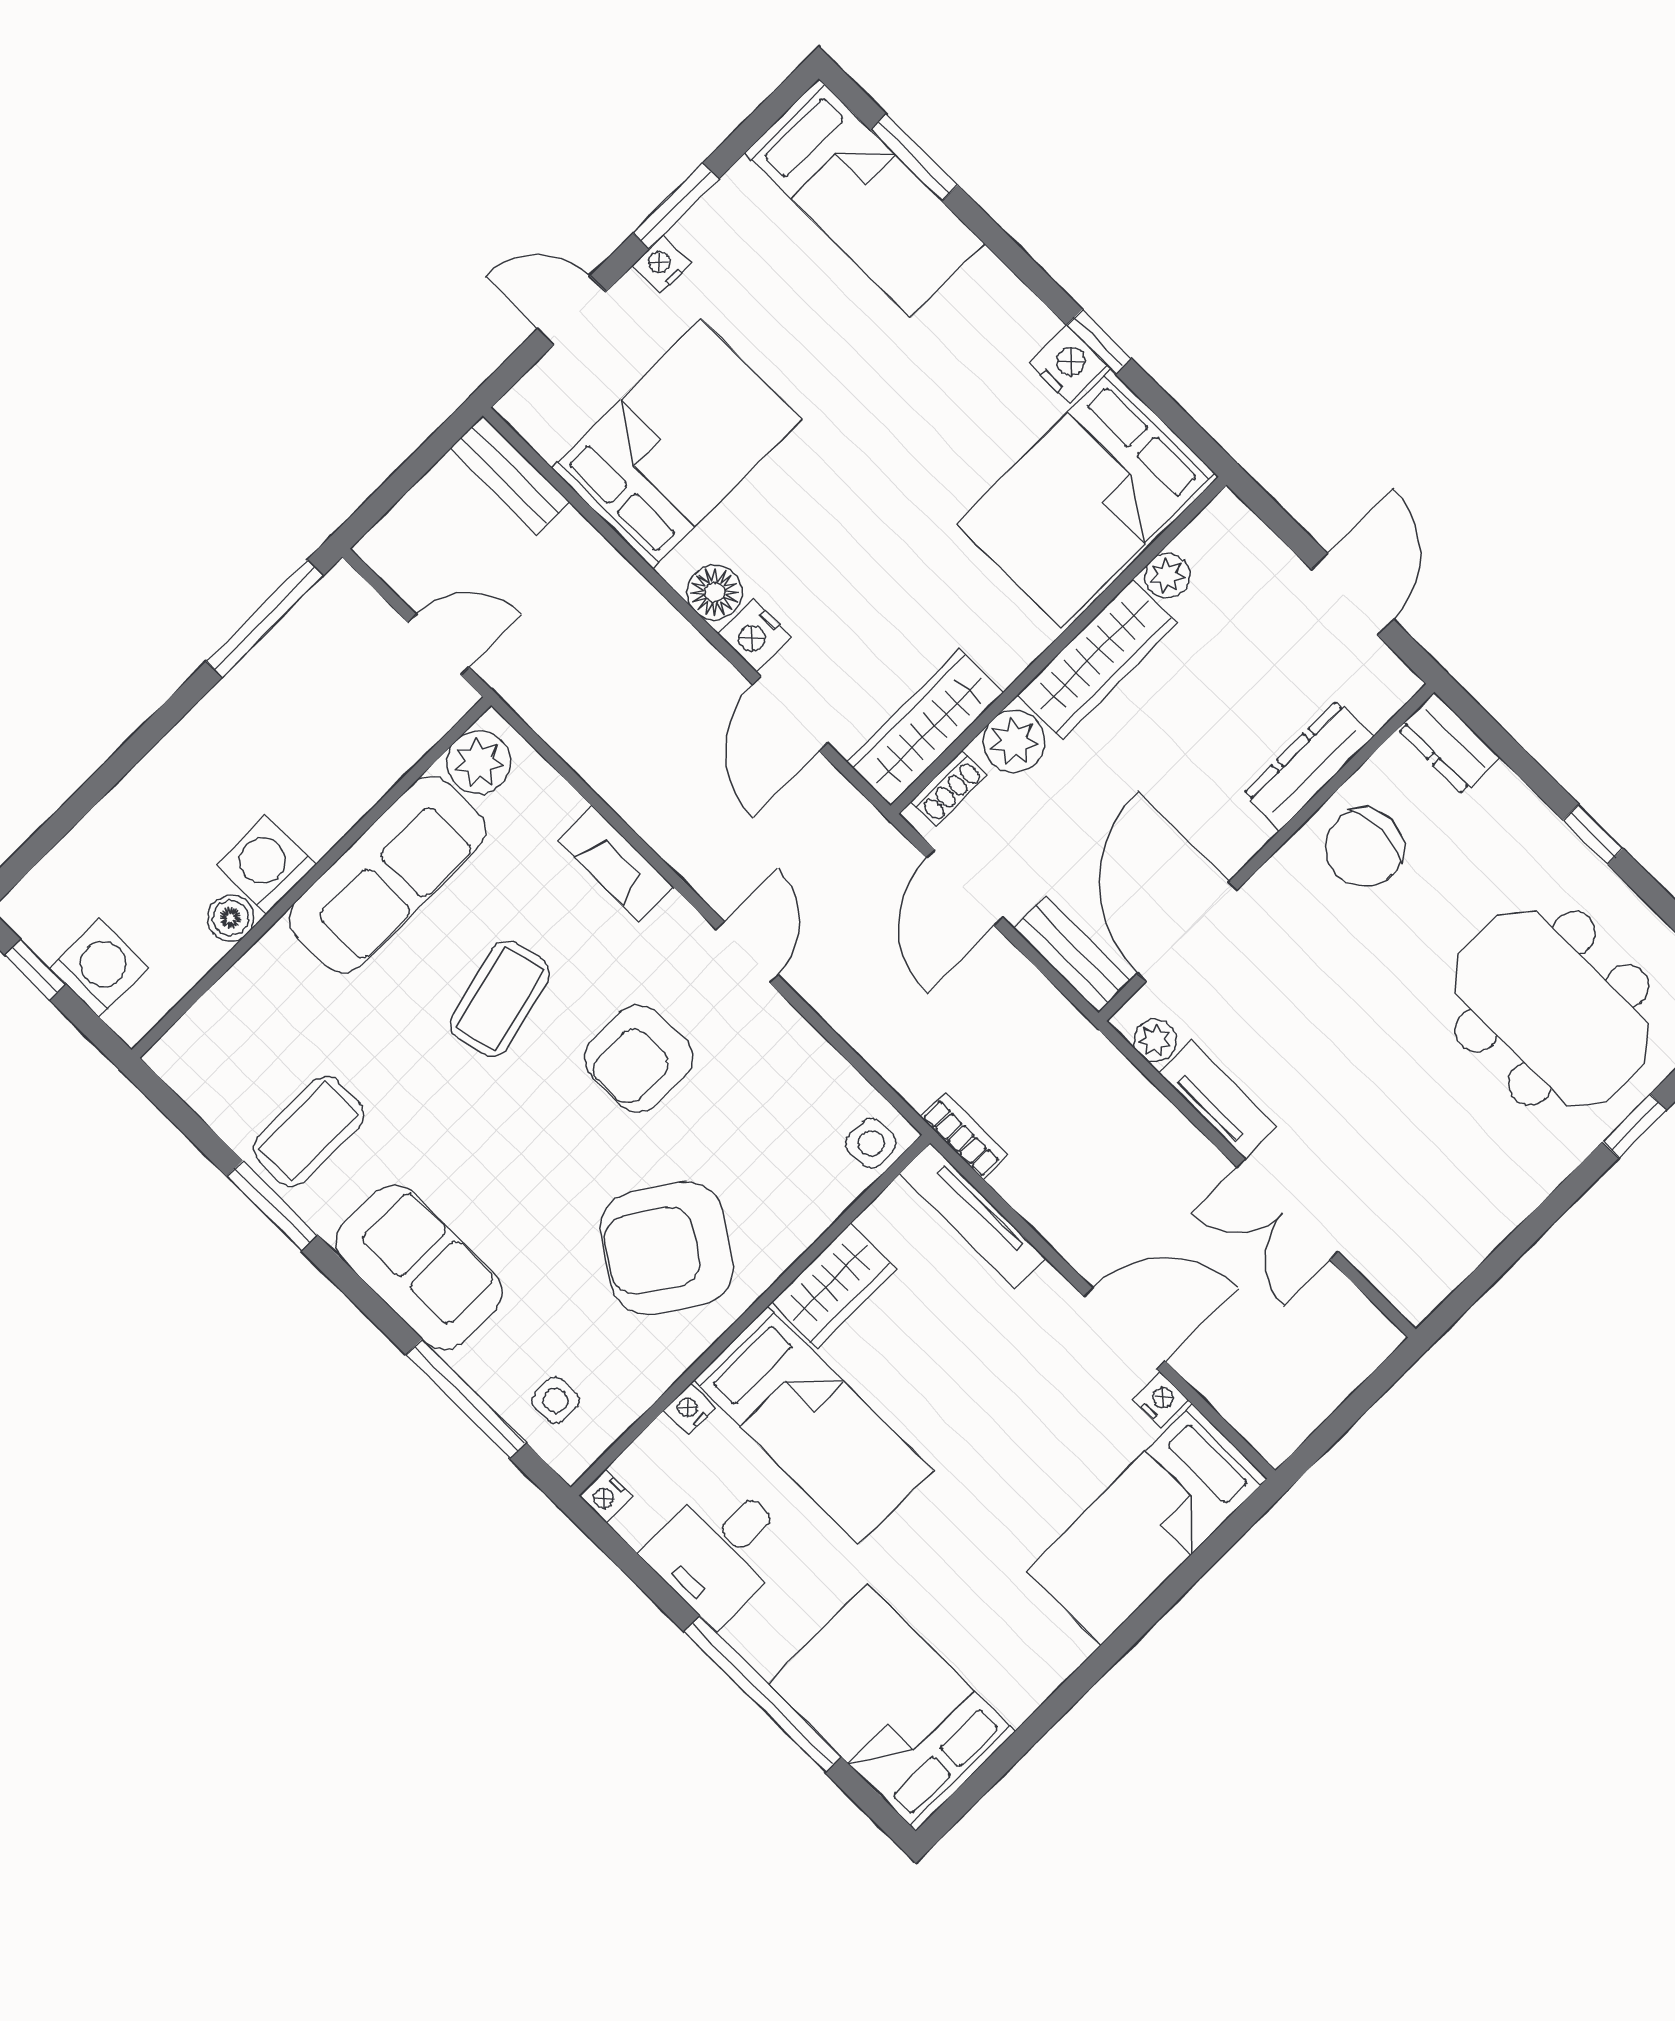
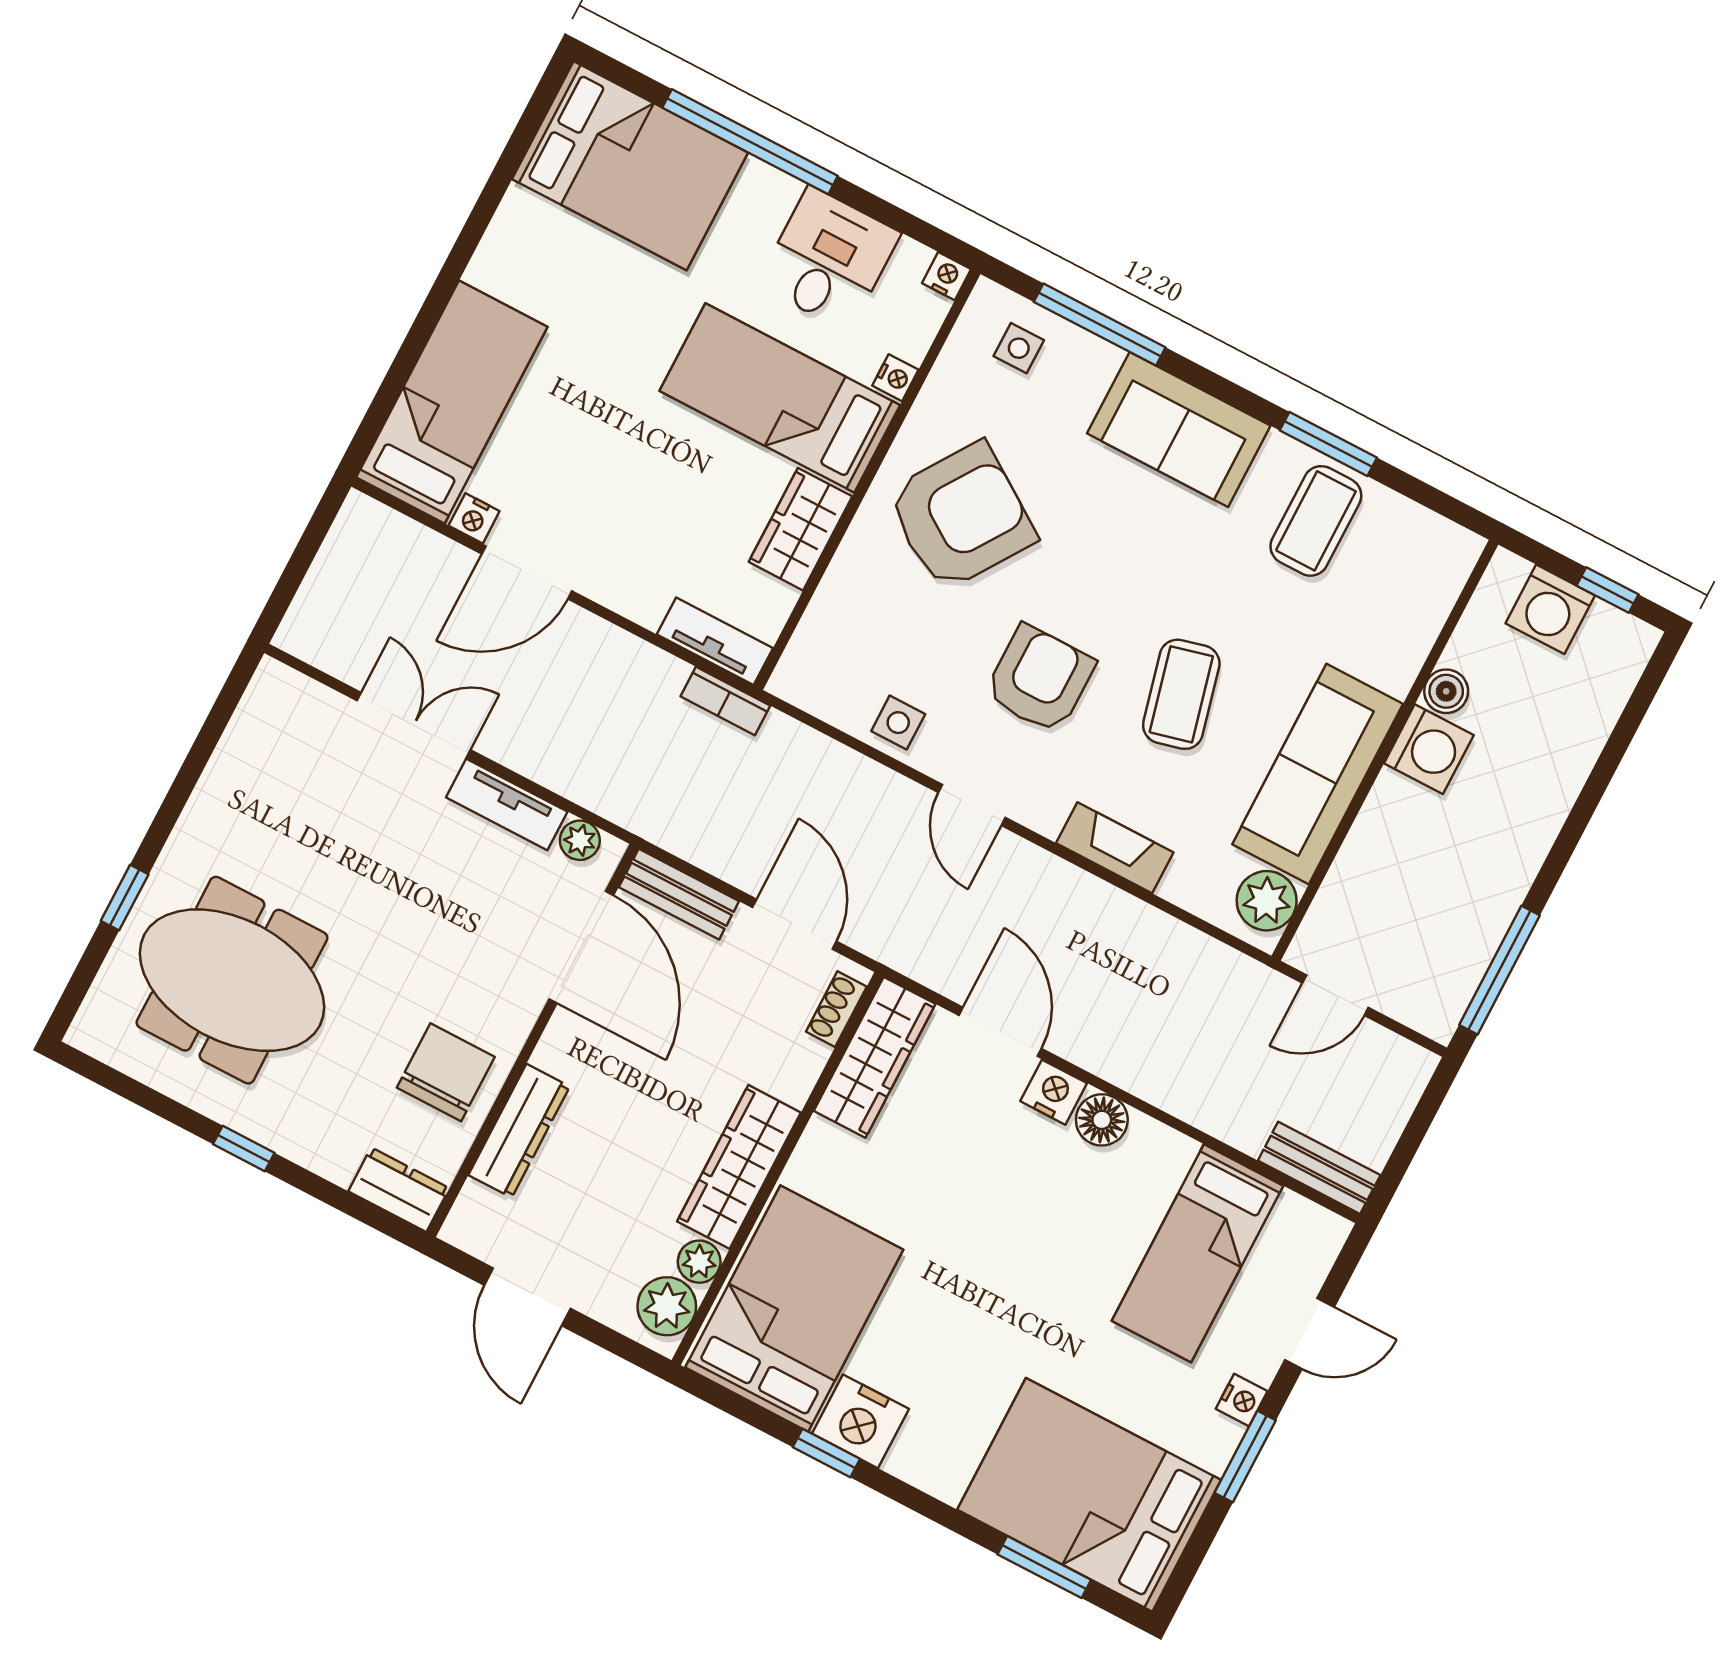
bed: (864, 198) -> (1089, 1495), width x1.50
nightstand: (1068, 364) -> (860, 1421), width x1.36, depth x1.33
bed: (677, 444) -> (1198, 1253), width x0.67
plant: (1014, 742) -> (667, 1306), moved
side table: (871, 1143) -> (898, 723), moved
tv unit: (973, 1216) -> (715, 641), width x0.71

